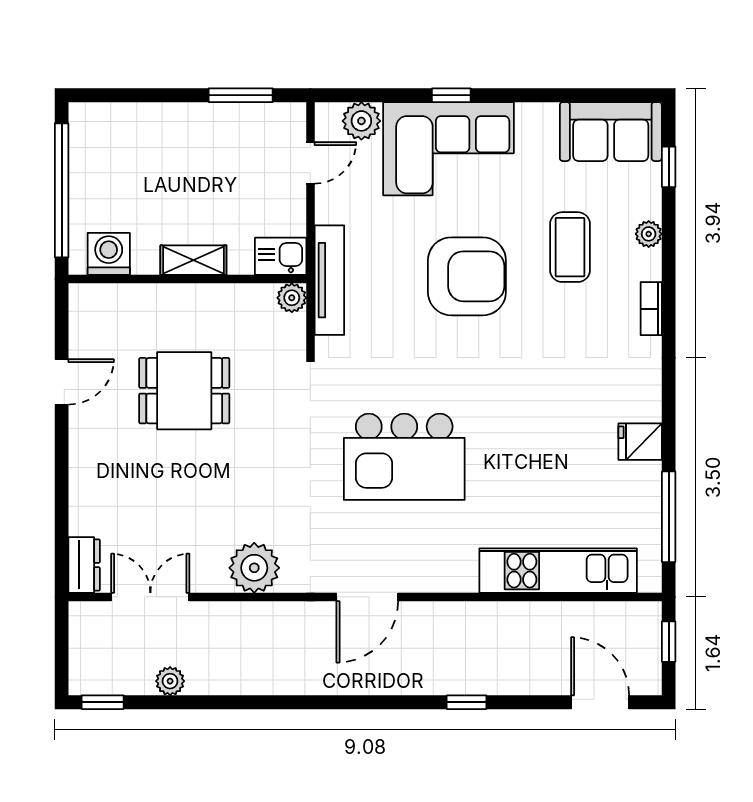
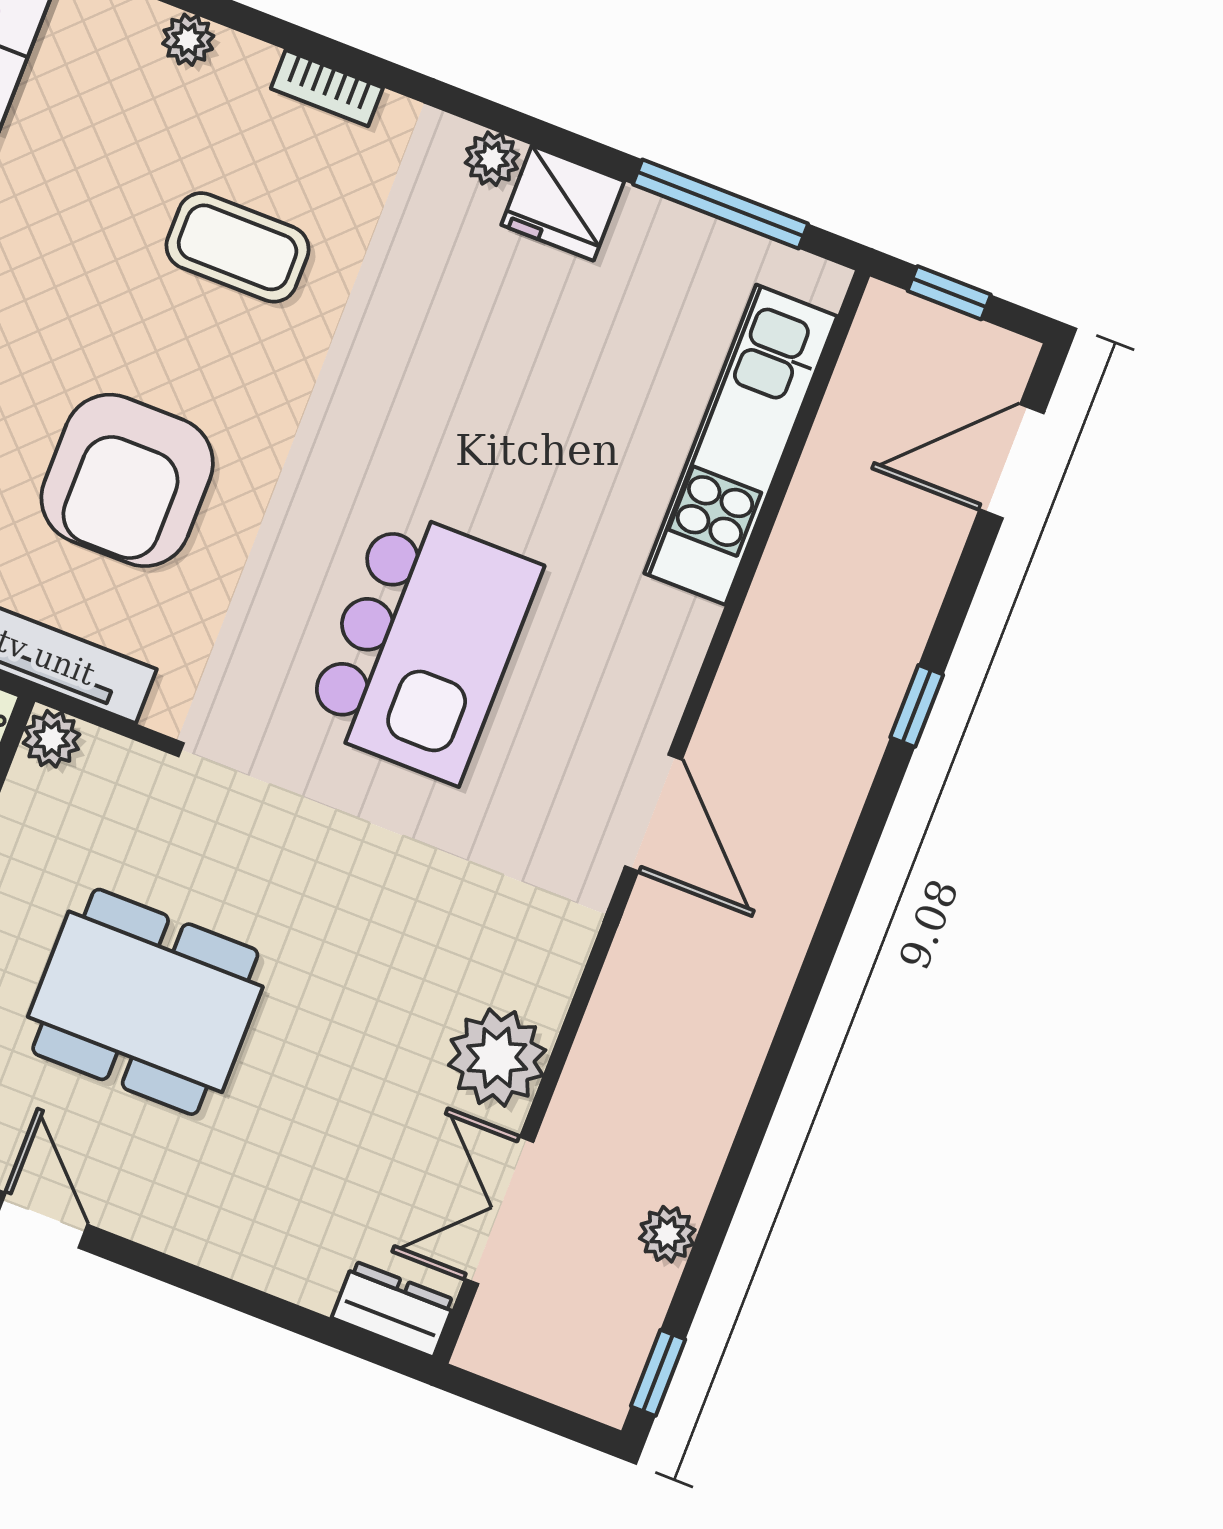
coffee table: (570, 247) -> (238, 247), moved
armchair: (467, 276) -> (127, 480), moved, turned 180
dining table: (184, 391) -> (145, 1002), width x1.38
plant: (648, 400) -> (492, 159), added
fridge: (640, 442) -> (563, 203), width x1.38
plant: (254, 568) -> (497, 1058), moved

